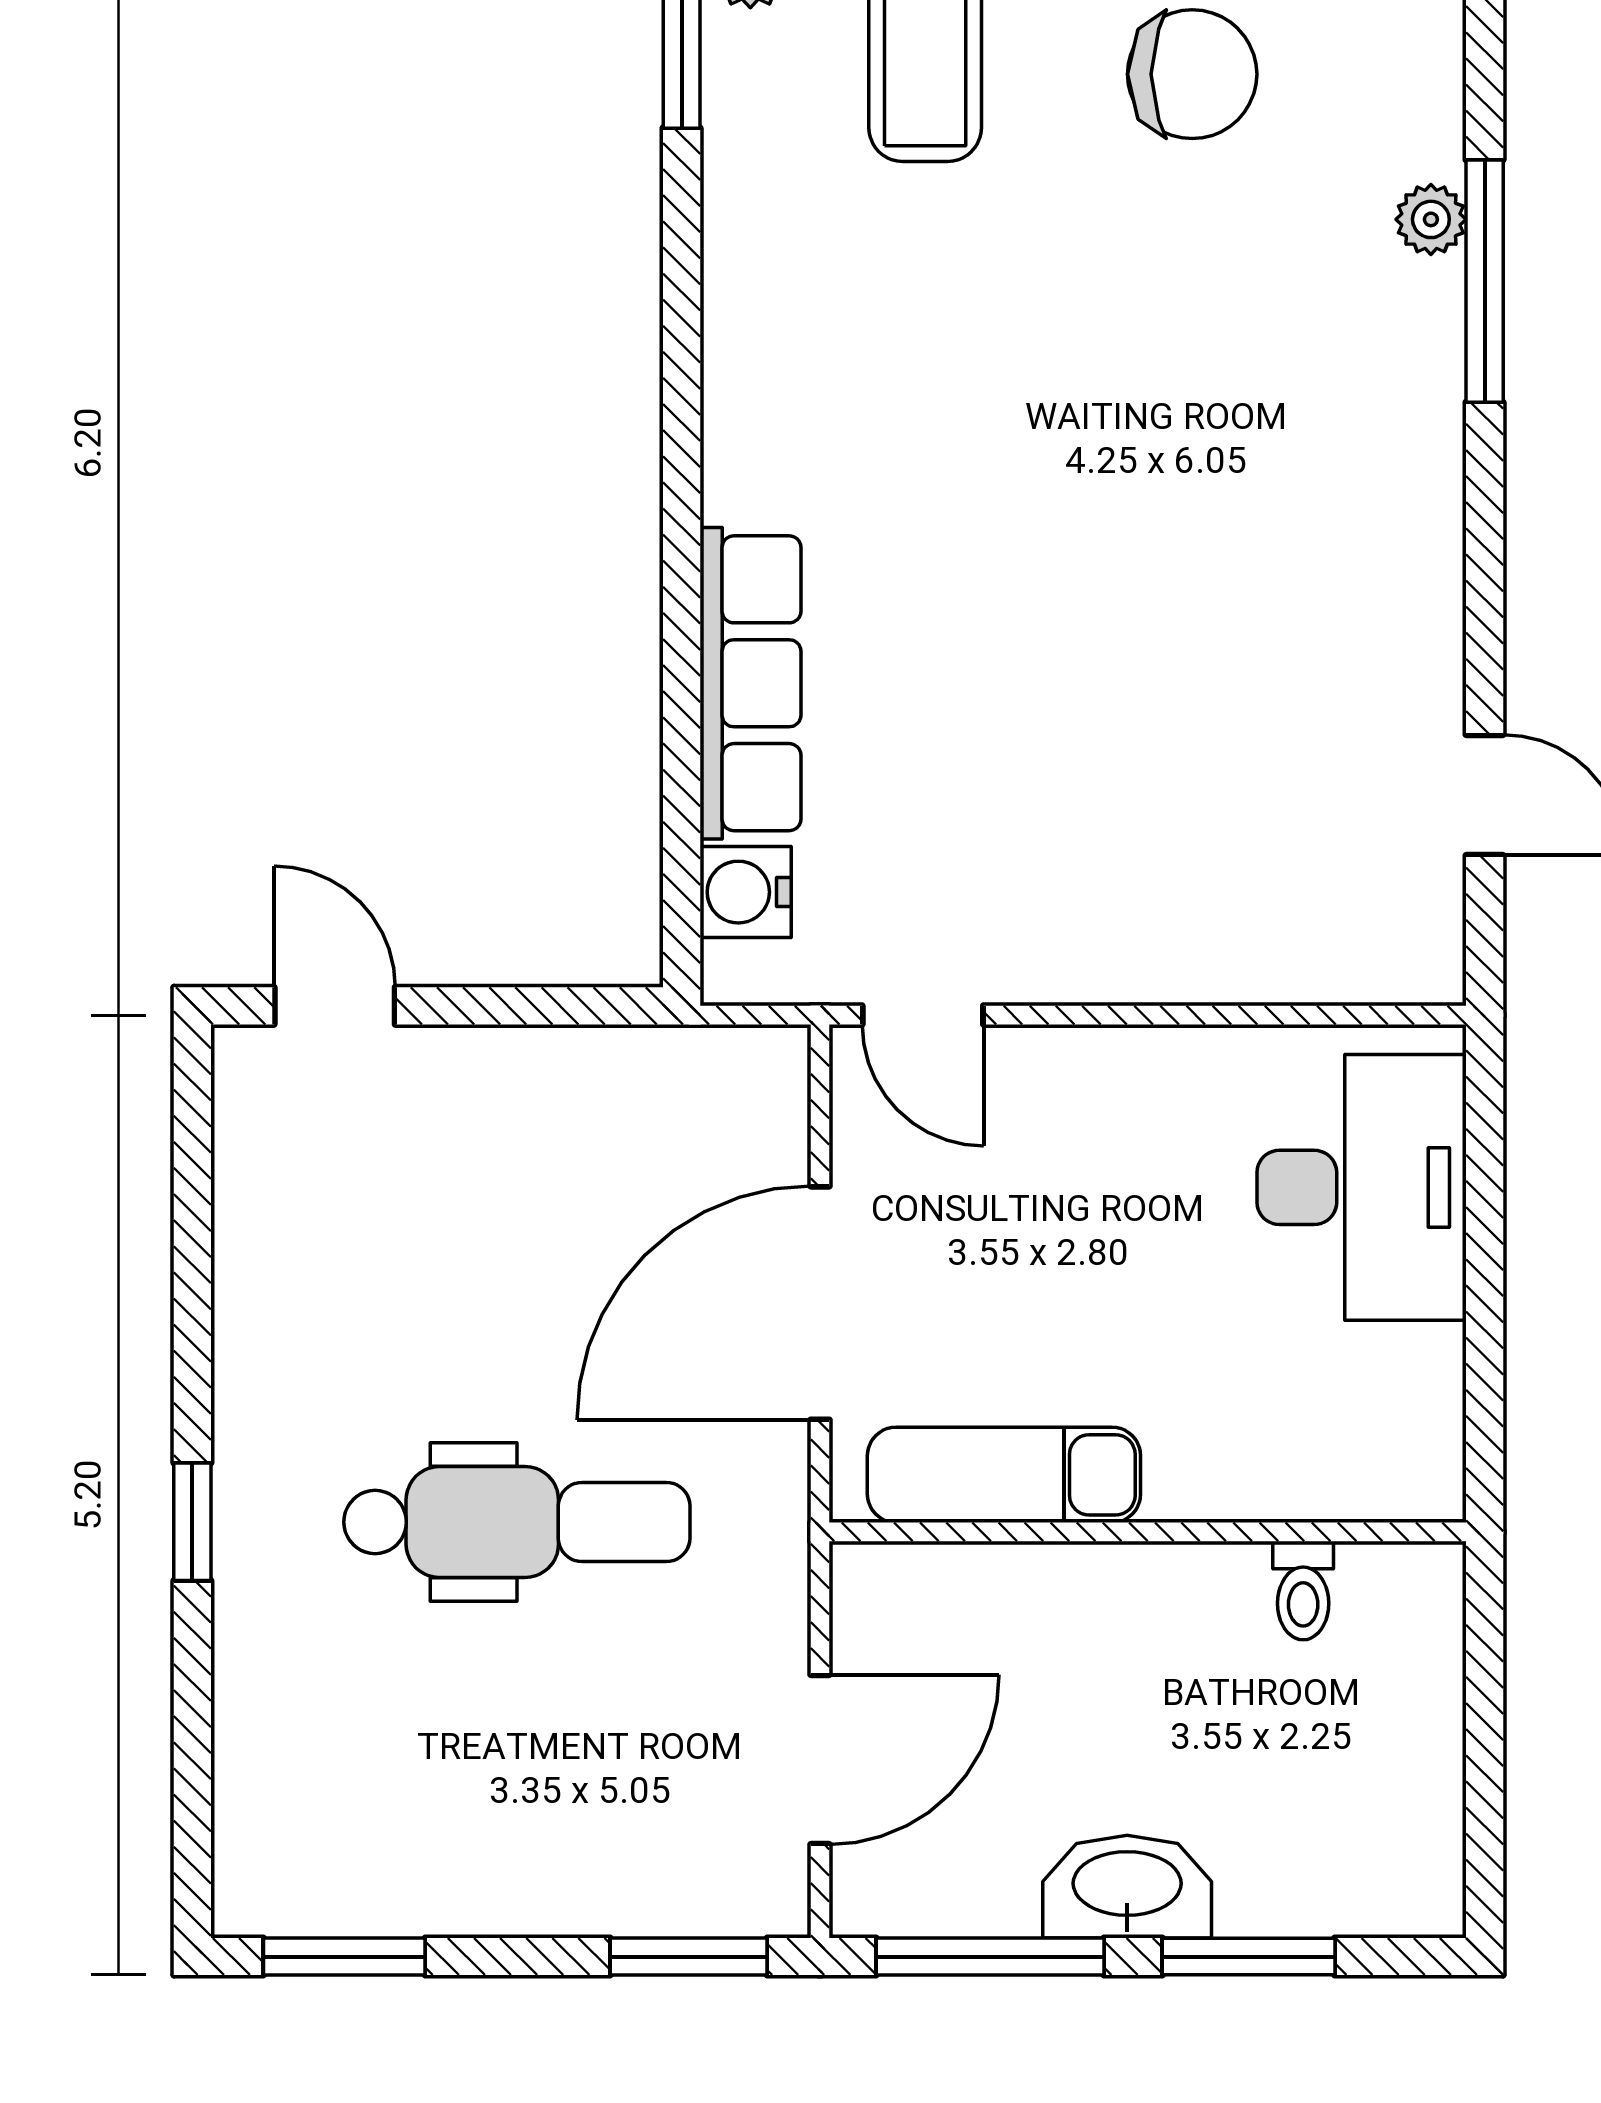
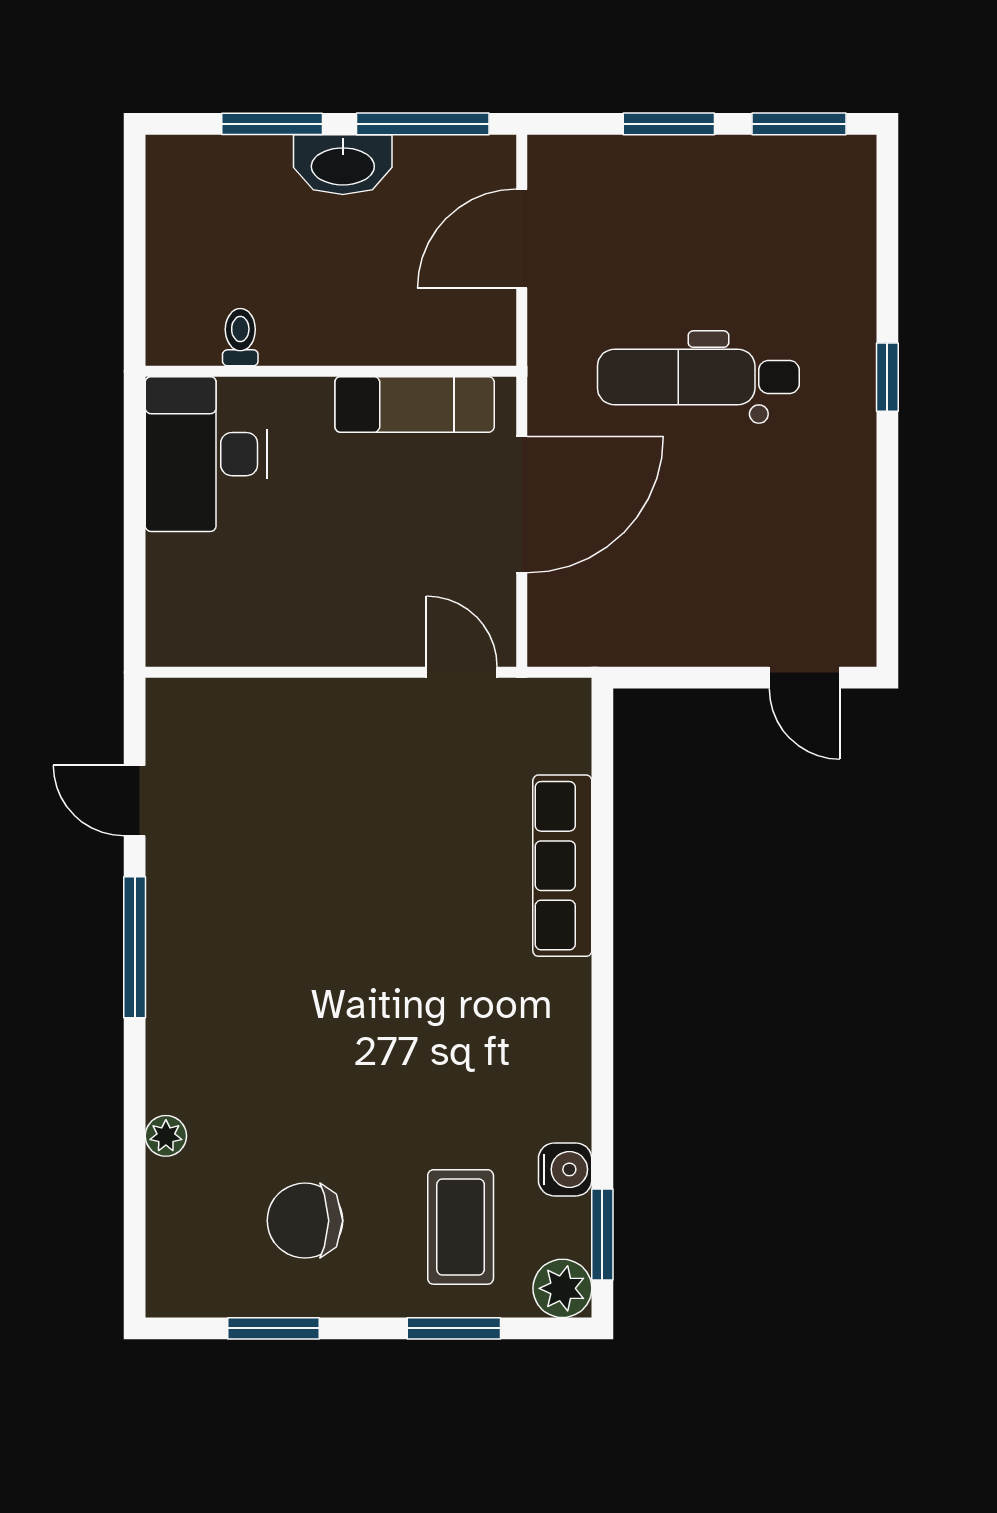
window: (1485, 281) -> (135, 947), moved
water cooler: (746, 892) -> (565, 1169), moved
desk: (1362, 1187) -> (206, 454), moved
window: (689, 1957) -> (669, 124), moved

